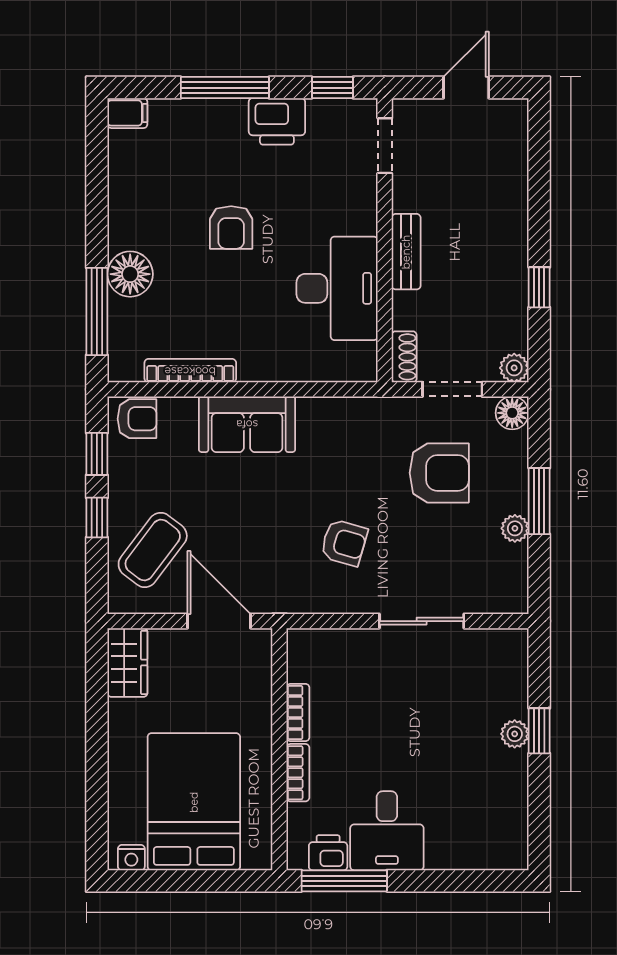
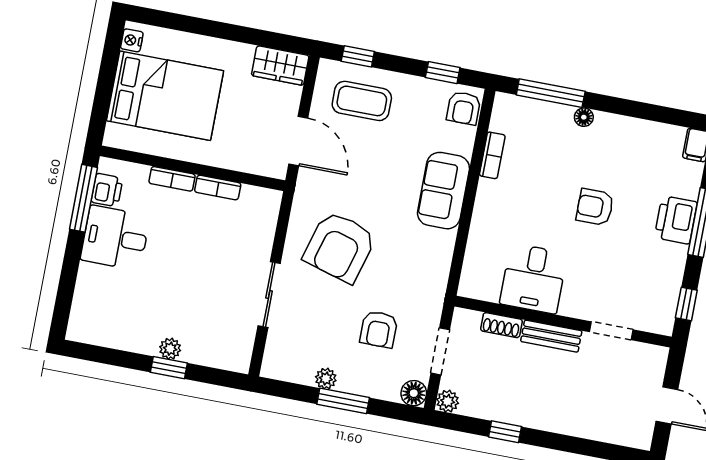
printer: (277, 121) -> (676, 220), moved
doorway: (385, 146) -> (611, 331), moved
floor lamp: (130, 274) -> (584, 117), width x0.53, depth x0.53
desk: (337, 288) -> (533, 279), width x0.73
shoe rack: (404, 357) -> (501, 325), moved
bookcase: (190, 371) -> (492, 155), width x0.64
armchair: (439, 473) -> (379, 329), width x0.72, depth x0.72
window: (97, 517) -> (358, 56), moved
armchair: (344, 543) -> (340, 247), width x1.88, depth x1.88
coffee table: (153, 550) -> (362, 101), turned -37
door: (219, 621) -> (298, 141), hinge flipped

